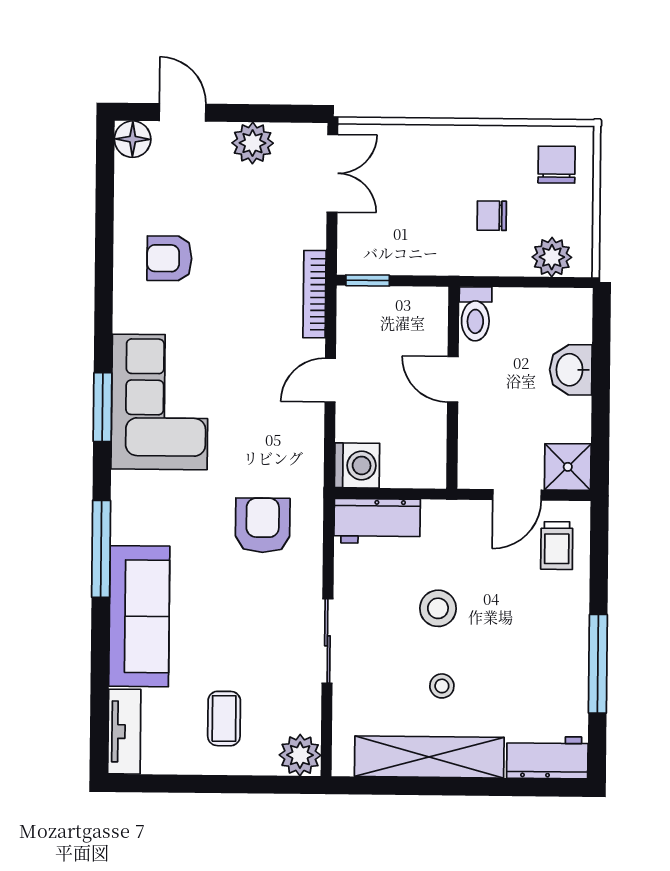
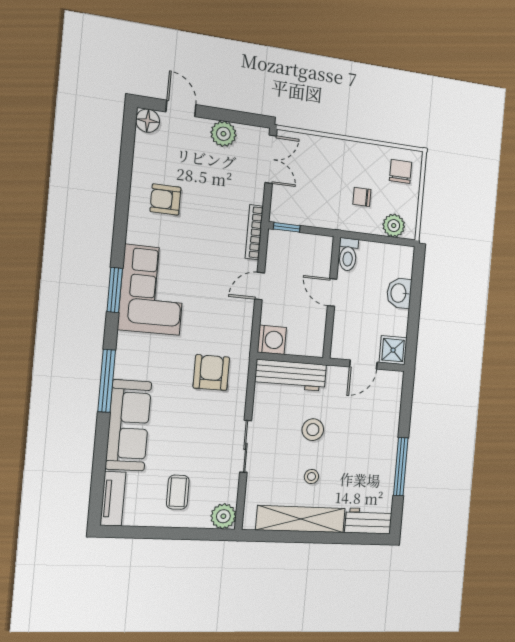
workbench: (377, 521) -> (291, 375), width x1.38
trolley: (557, 545) -> (383, 396), removed

